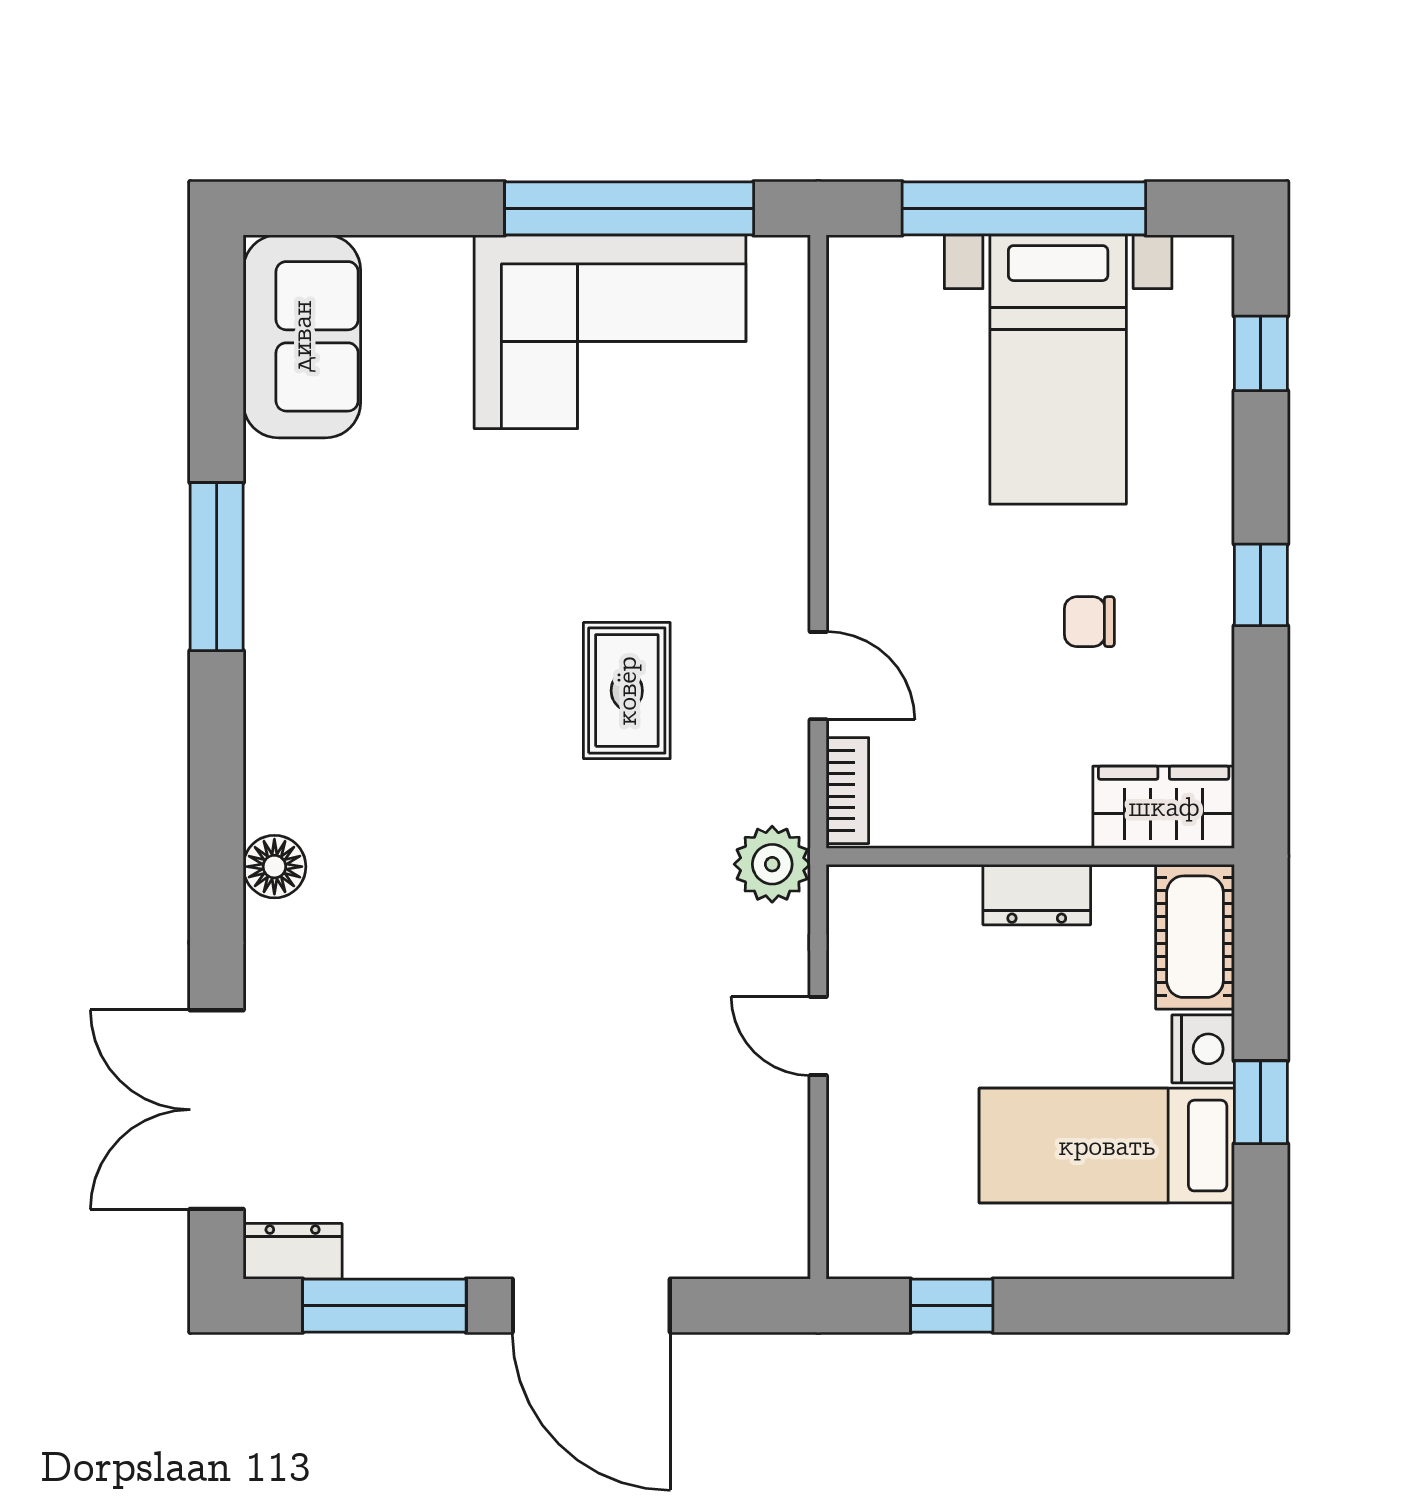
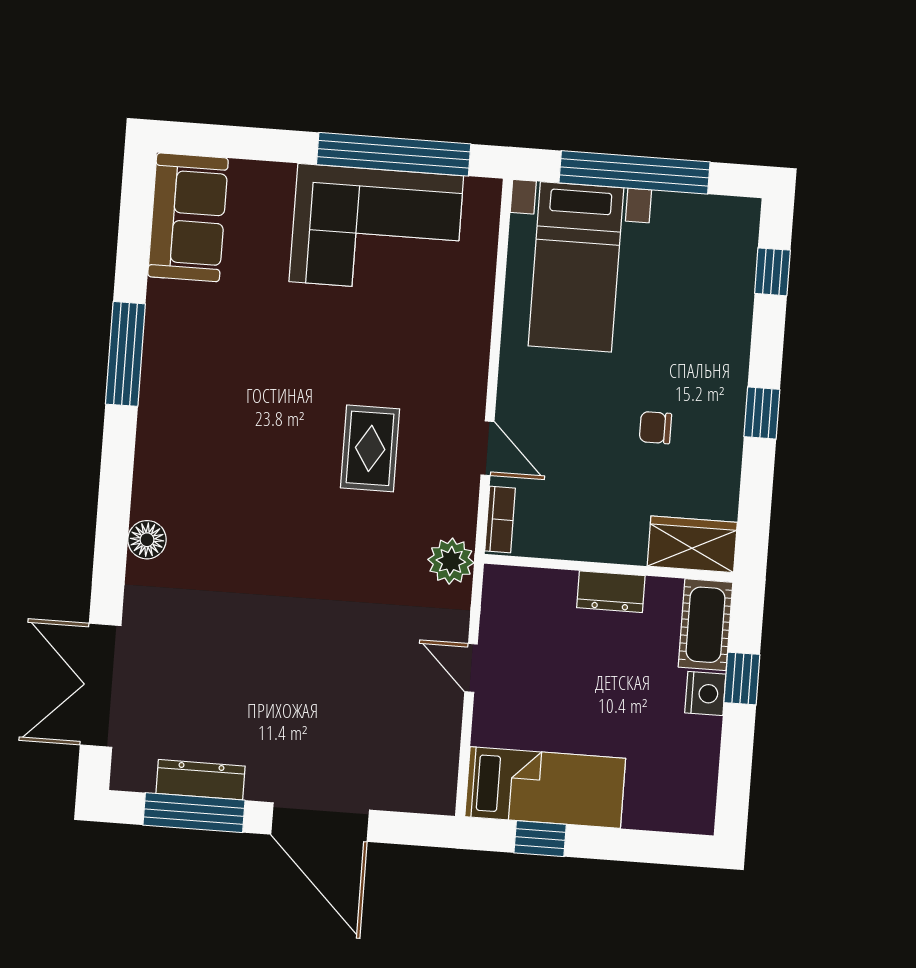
bed with nightstands: (1058, 369) -> (576, 267), moved
window: (1261, 1102) -> (742, 678), moved
bed: (1107, 1146) -> (545, 788), moved, turned 180
dresser: (293, 1251) -> (200, 780), moved, width x1.44

